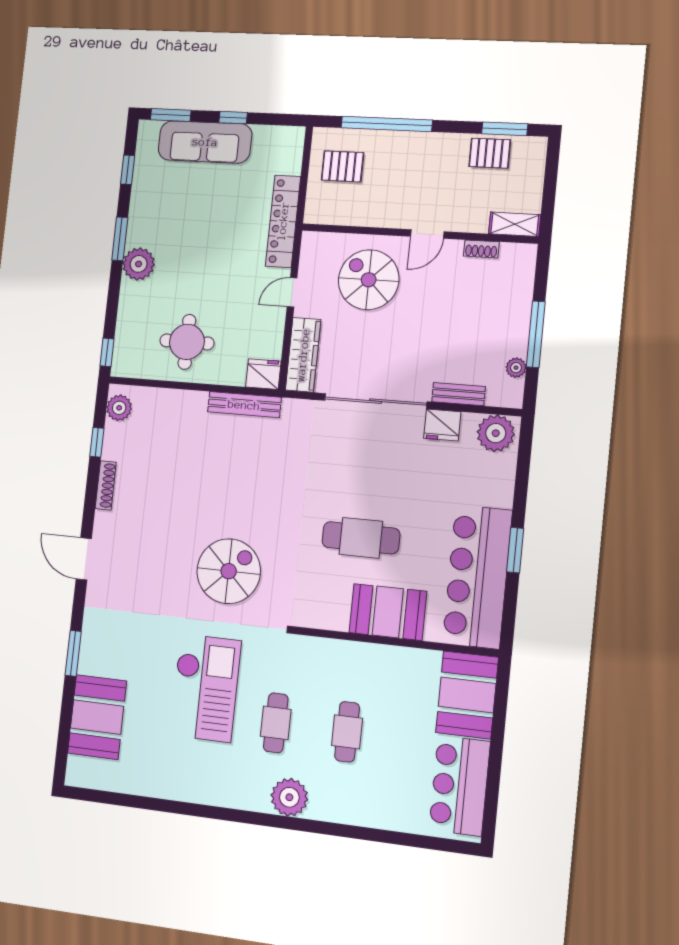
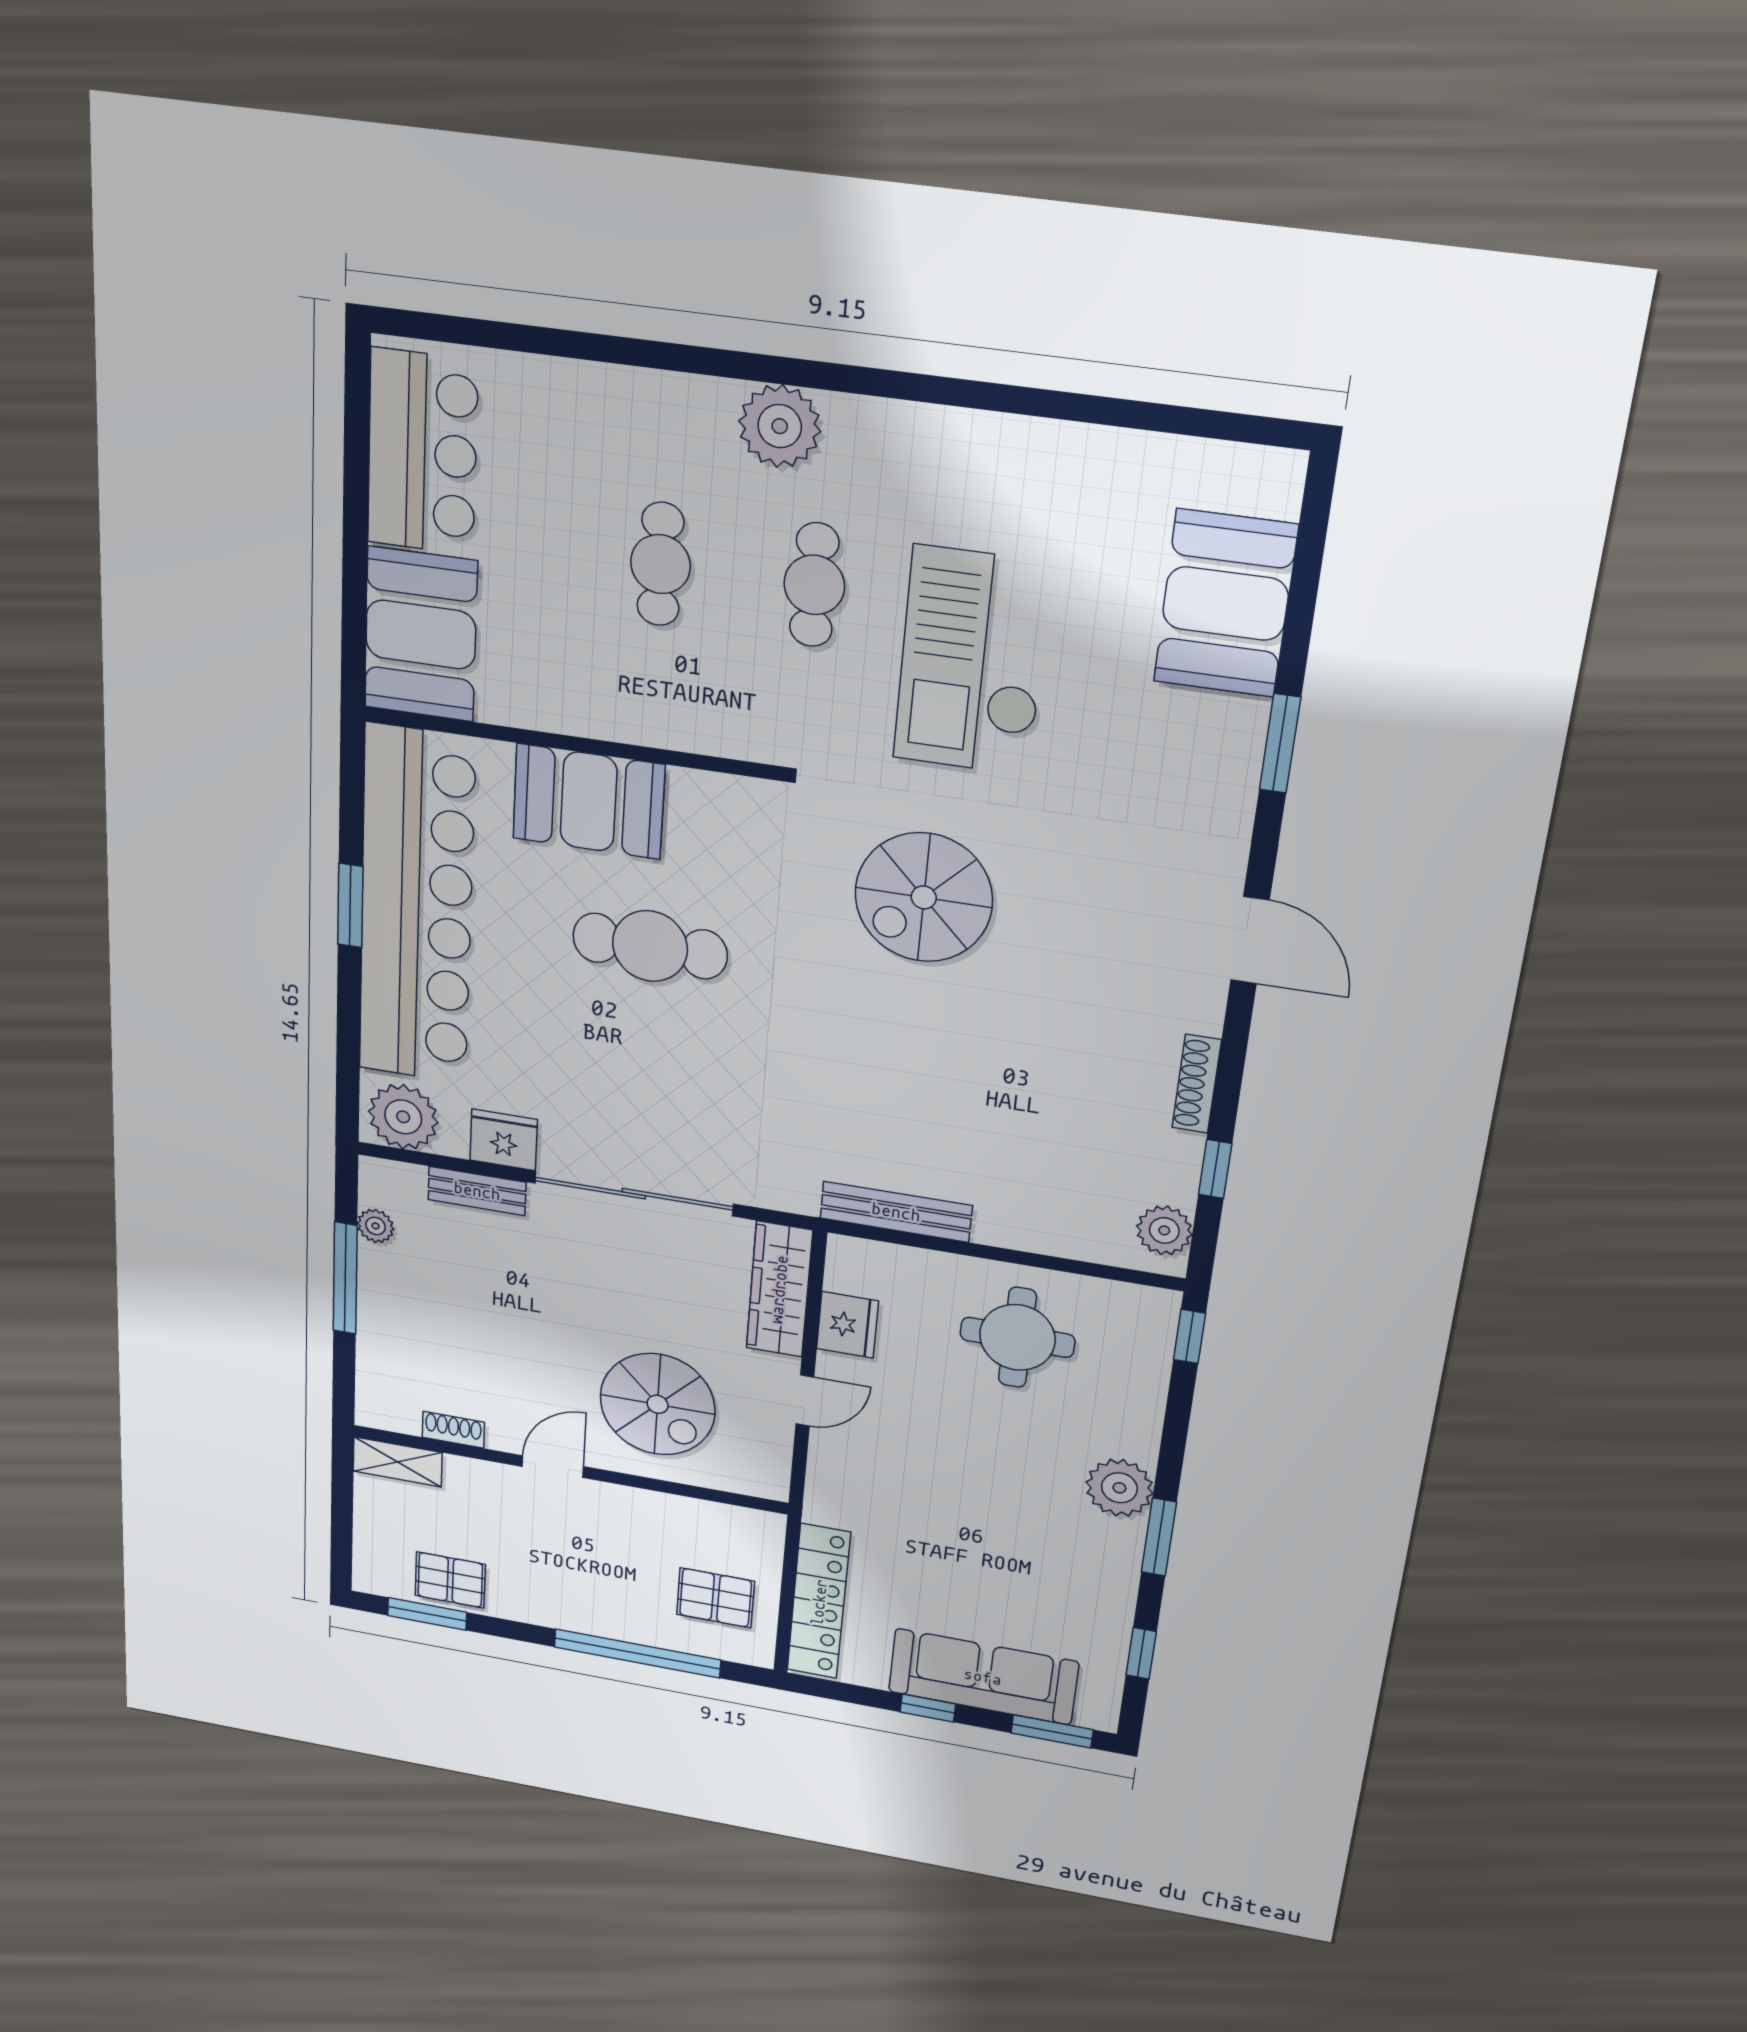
locker: (283, 221) -> (819, 1602), moved
fridge: (263, 374) -> (848, 1325), moved, turned -90
bar counter: (477, 577) -> (416, 907), width x1.36

